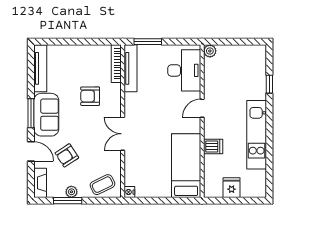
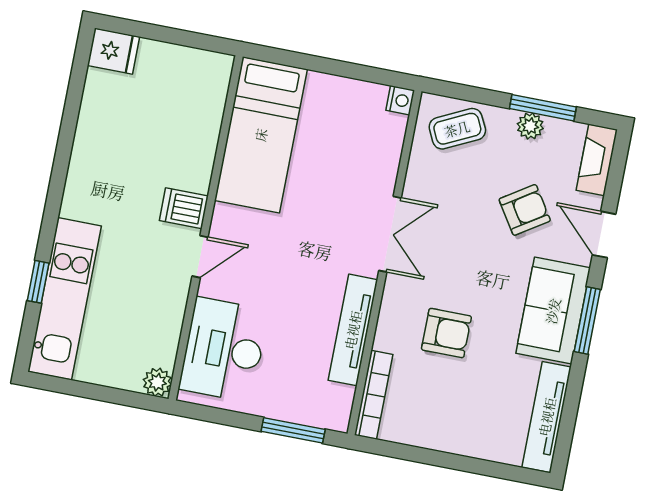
tv unit: (130, 68) -> (353, 330), moved
kitchen unit: (257, 135) -> (65, 299), moved
dishwasher: (213, 147) -> (184, 208), moved
fridge: (232, 188) -> (113, 51), moved, turned -90

